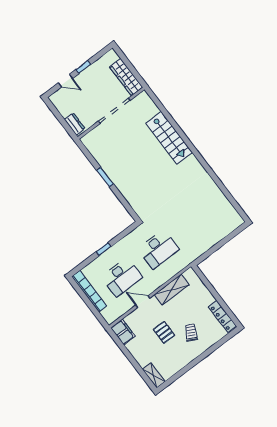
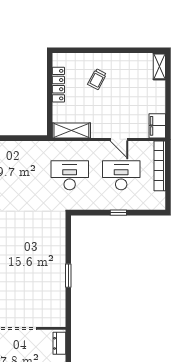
shelving: (172, 290) -> (71, 131), moved
bookcase: (89, 291) -> (160, 166), moved
locker: (222, 316) -> (58, 85), moved
pallet: (164, 332) -> (121, 98), removed

